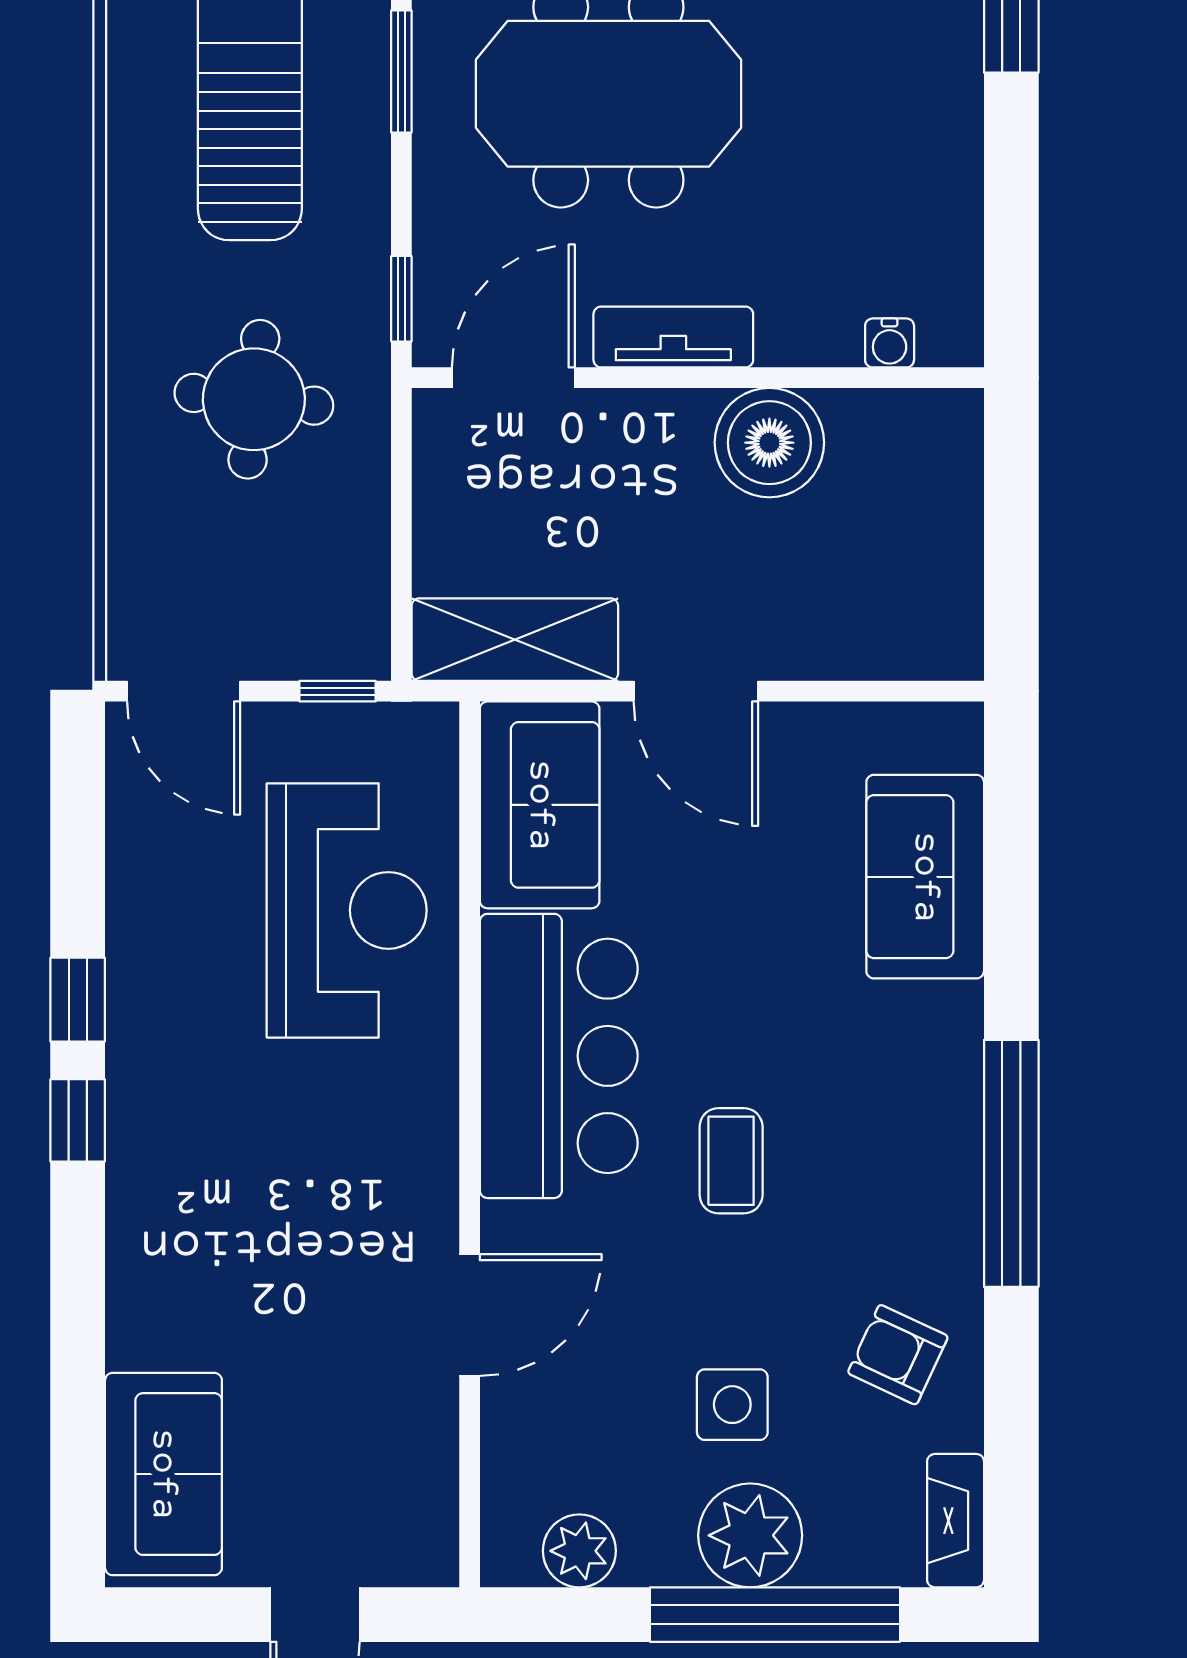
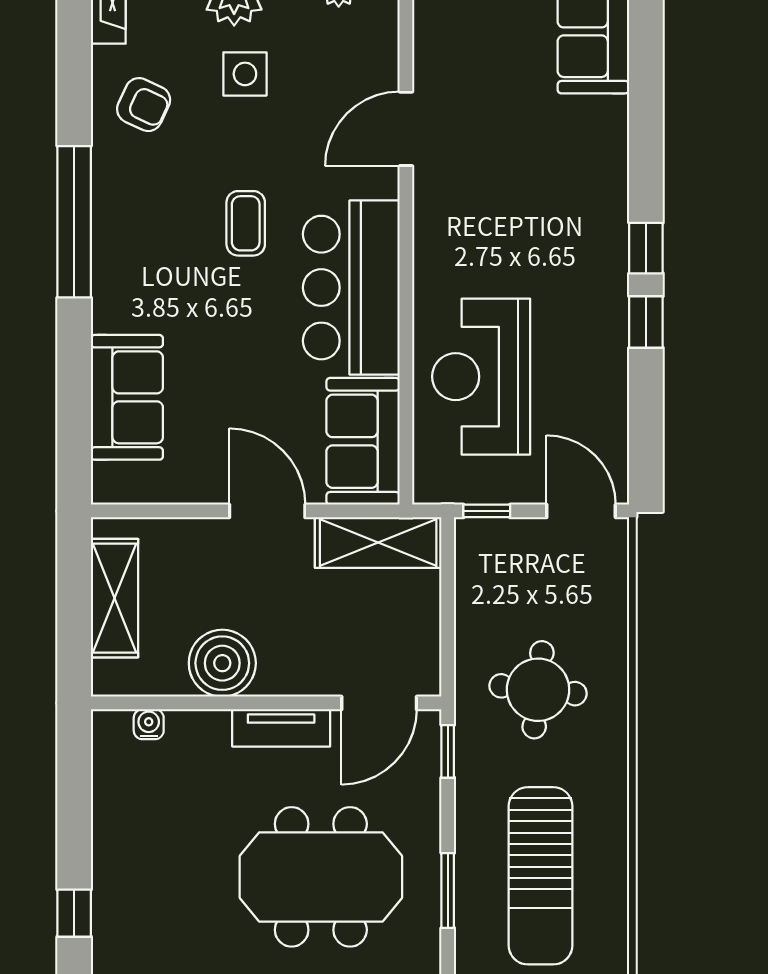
shelving: (945, 549) -> (114, 598), added

